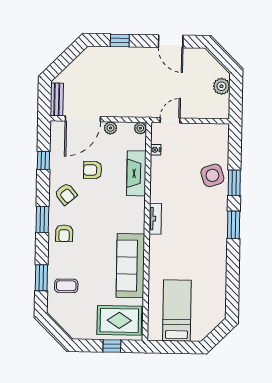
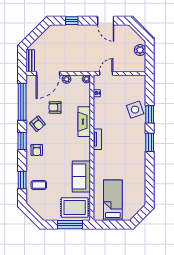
window: (43, 161) -> (22, 102), width x3.17
fireplace: (136, 173) -> (84, 122), moved
sofa: (130, 266) -> (81, 176), width x0.73
window: (112, 346) -> (70, 225), width x2.17

